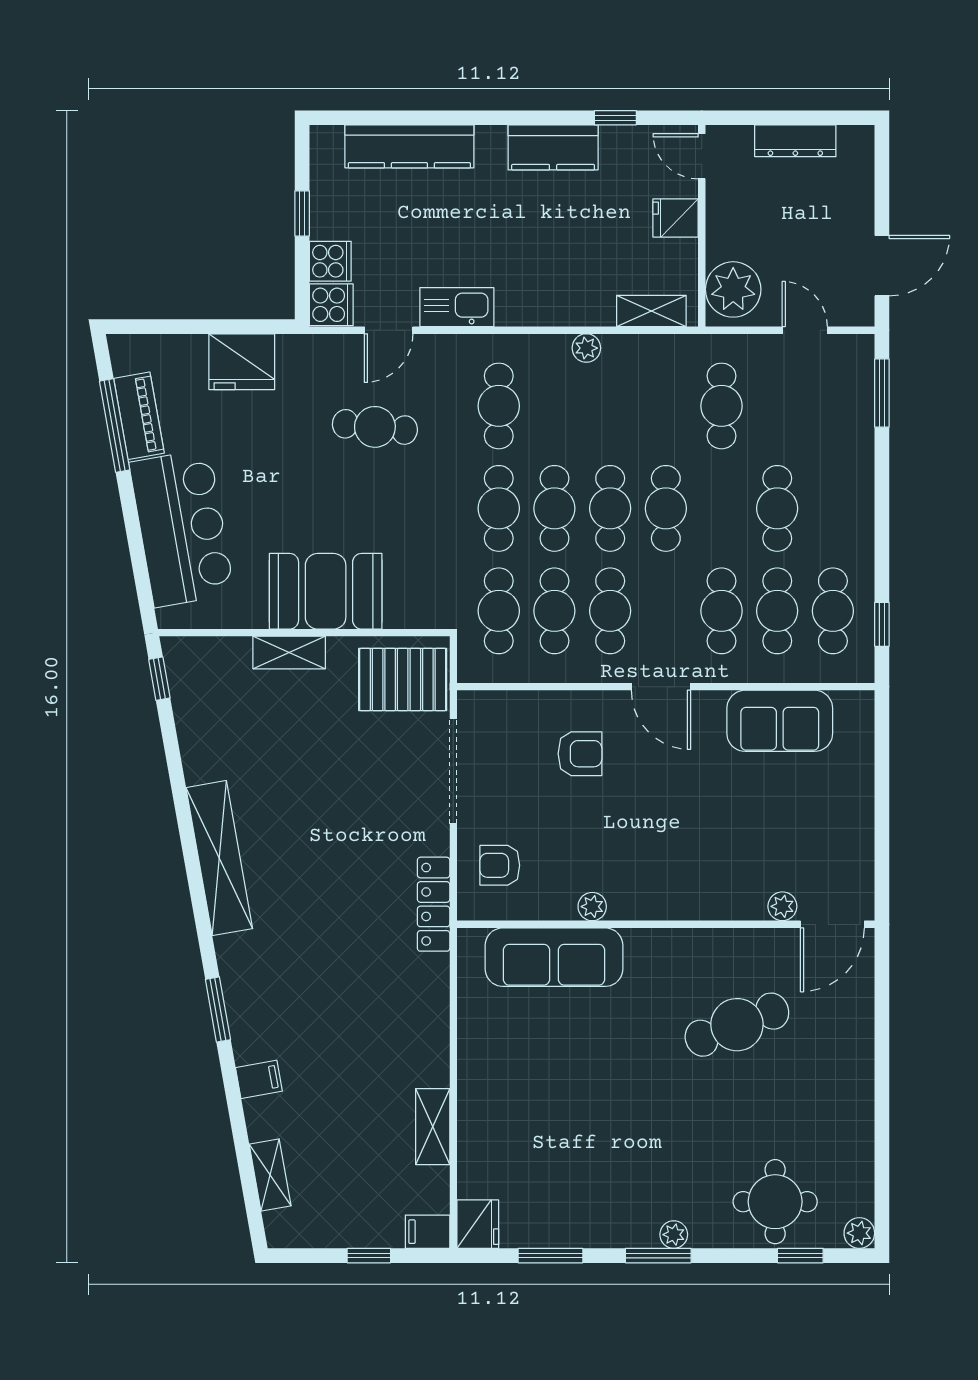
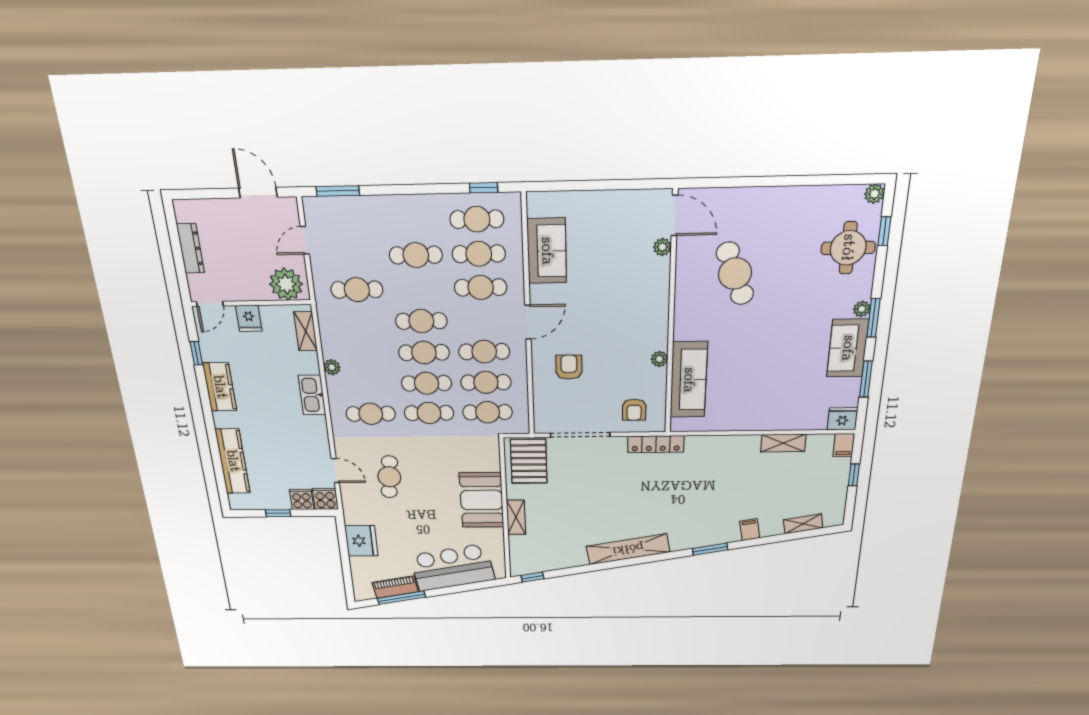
kitchen sink: (457, 307) -> (312, 395), moved
sofa: (606, 1219) -> (848, 348), added

